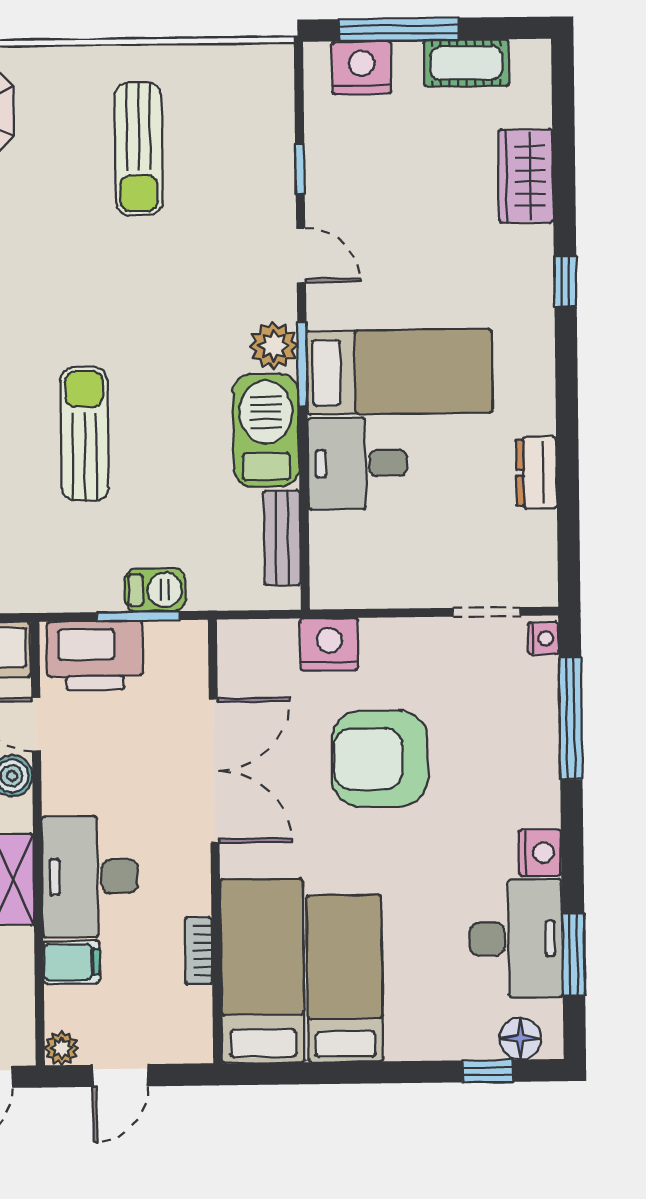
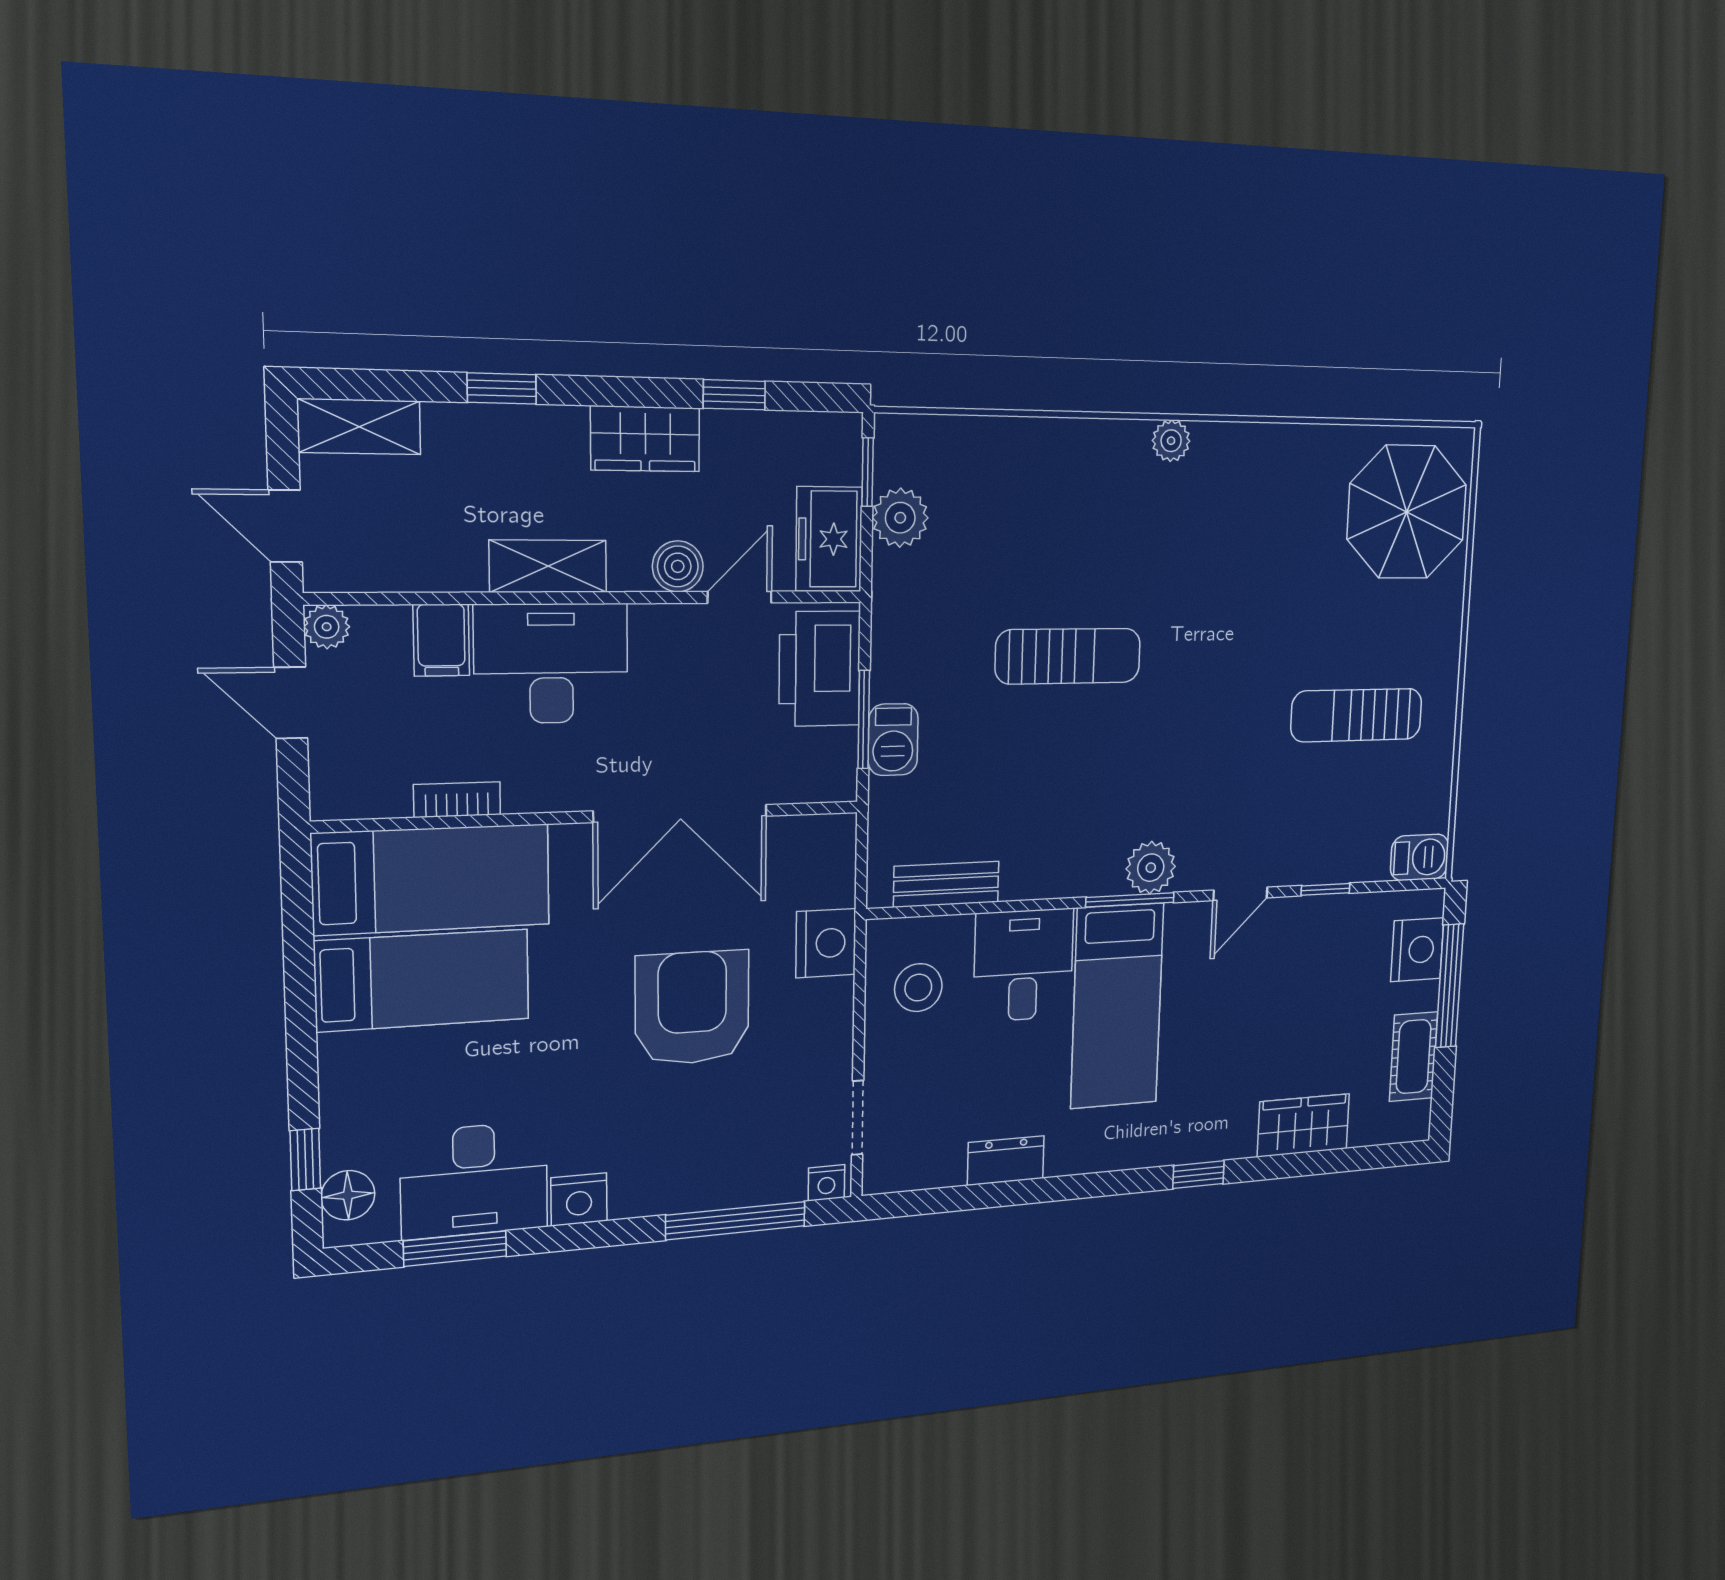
barbecue: (266, 430) -> (1420, 857), moved, width x0.53, depth x0.65
stool: (373, 560) -> (918, 988), added

